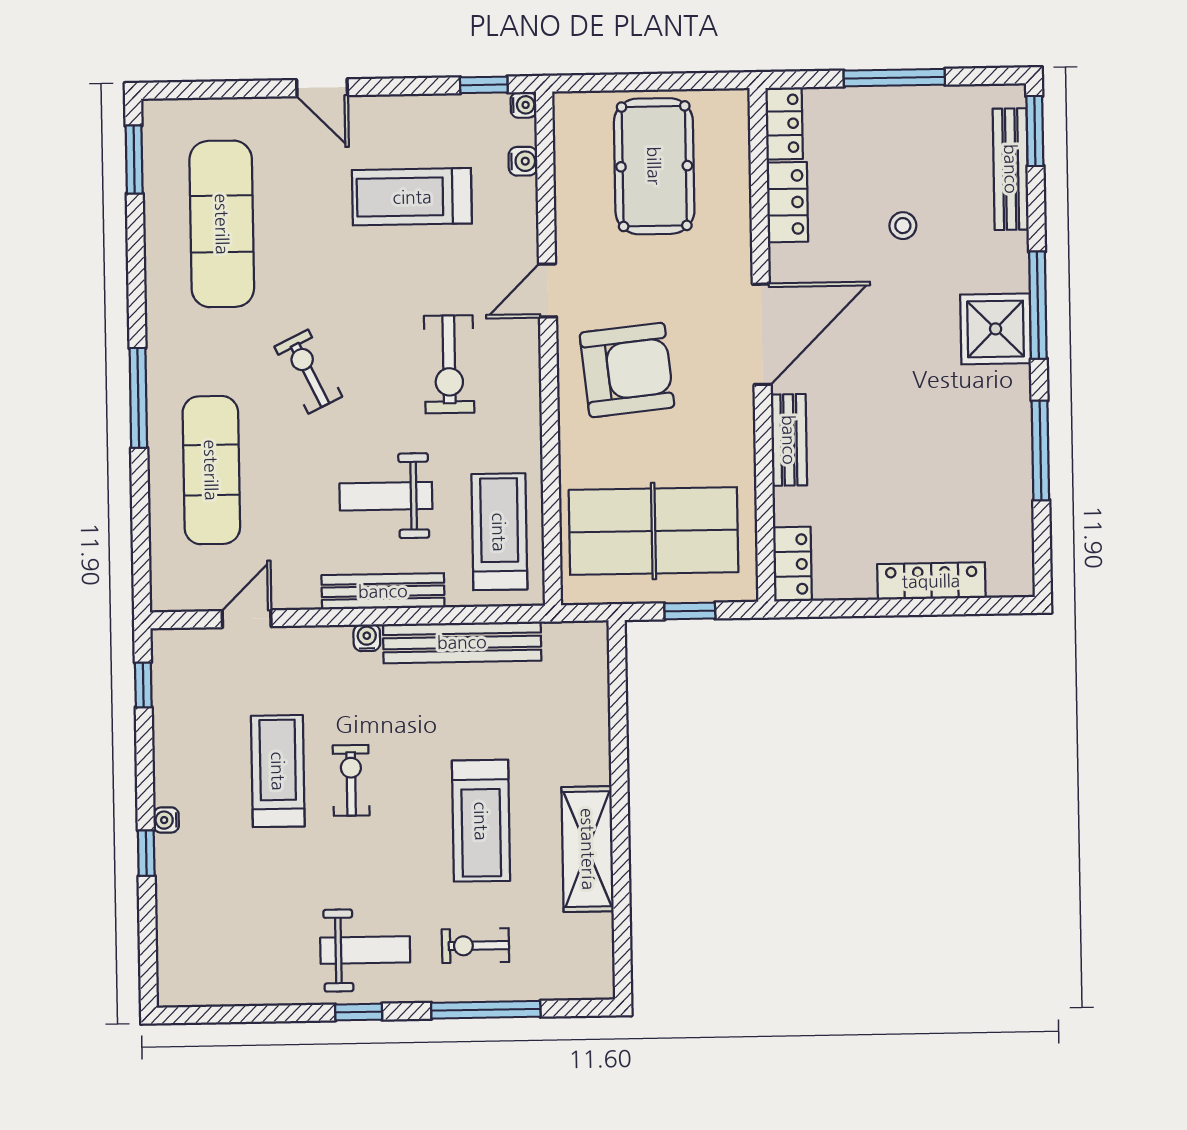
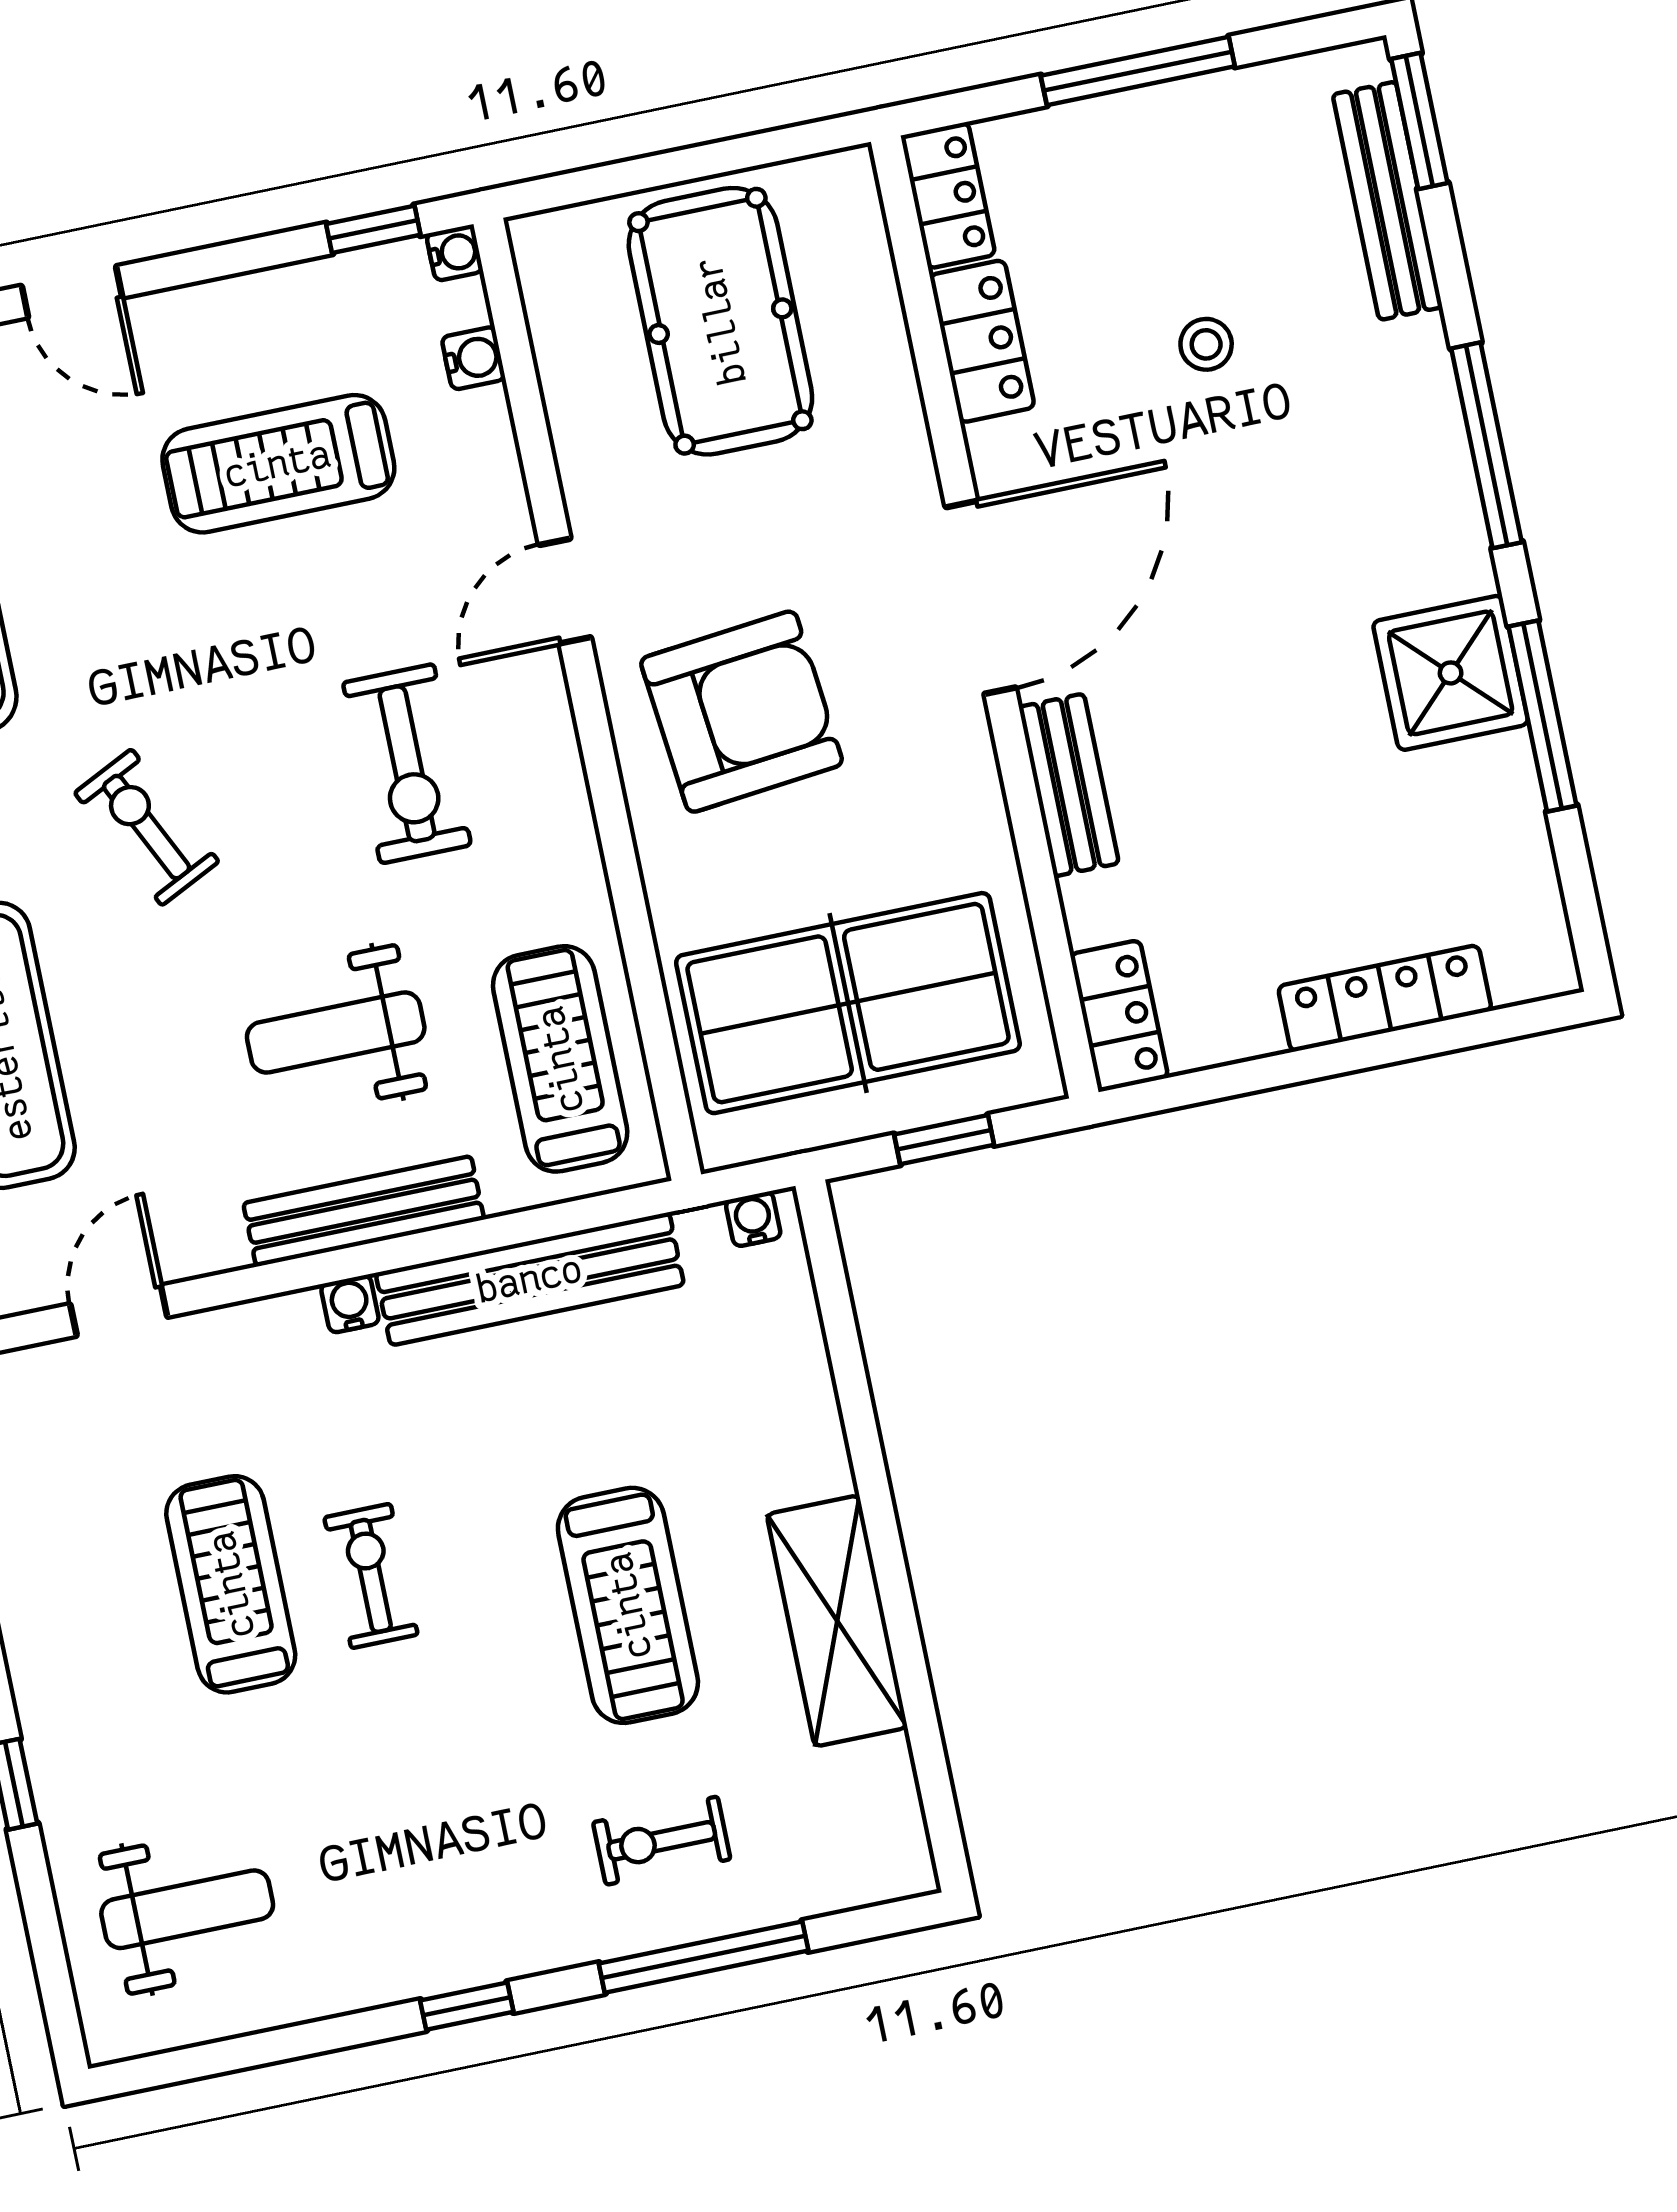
shower: (996, 329) -> (1451, 673), moved
water cooler: (166, 820) -> (753, 1219), moved, turned 90
weight bench: (365, 950) -> (187, 1909), moved

